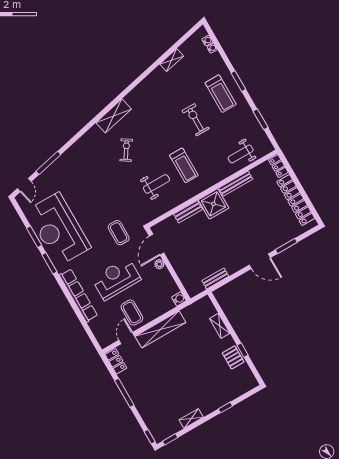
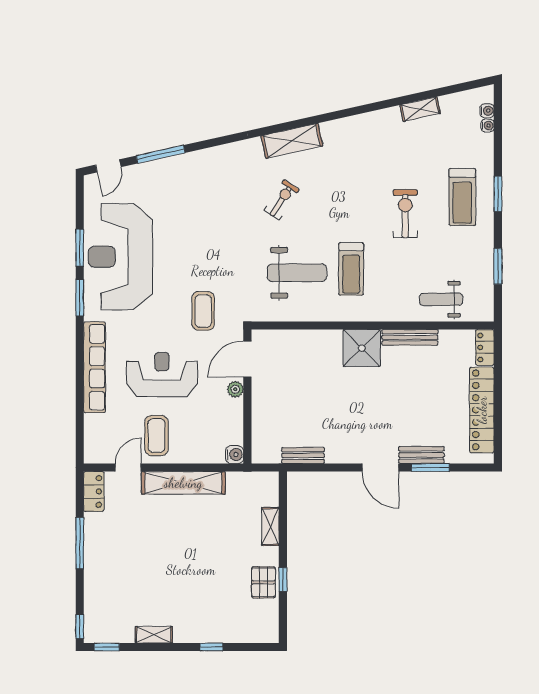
weight bench: (156, 184) -> (297, 273), width x1.36, depth x1.33
bench: (188, 212) -> (421, 455), moved

